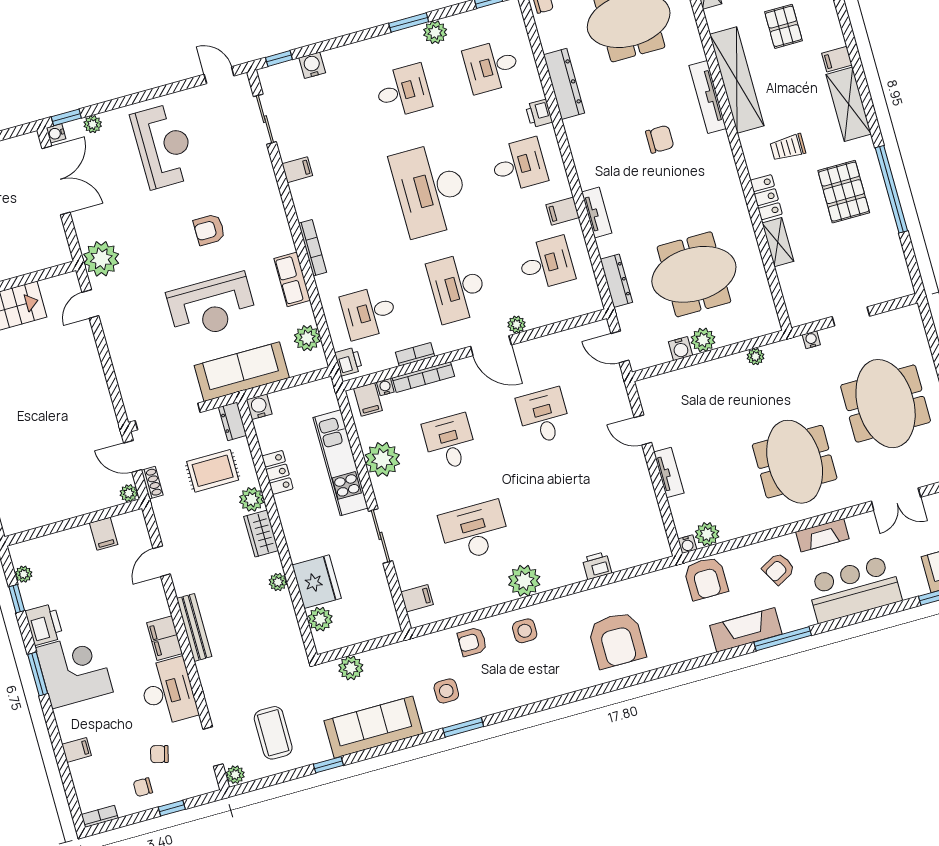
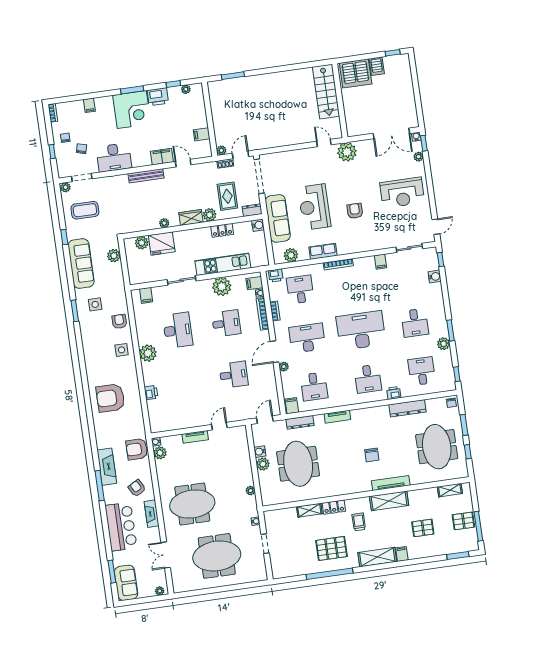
shelving: (737, 80) -> (389, 501), width x0.68
filing cabinet: (563, 211) -> (292, 406), moved
filing cabinet: (165, 638) -> (162, 157), moved

